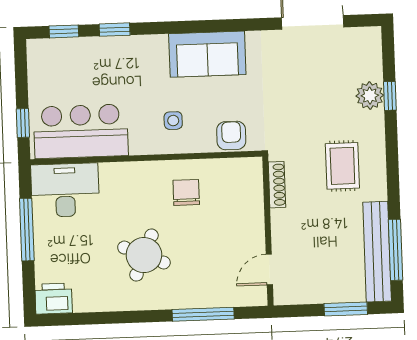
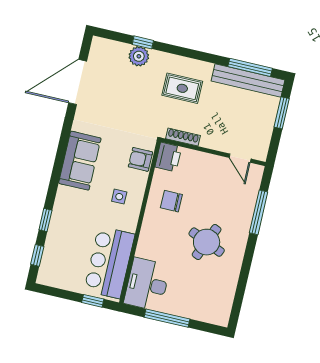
printer: (54, 299) -> (168, 157), moved, turned 180

